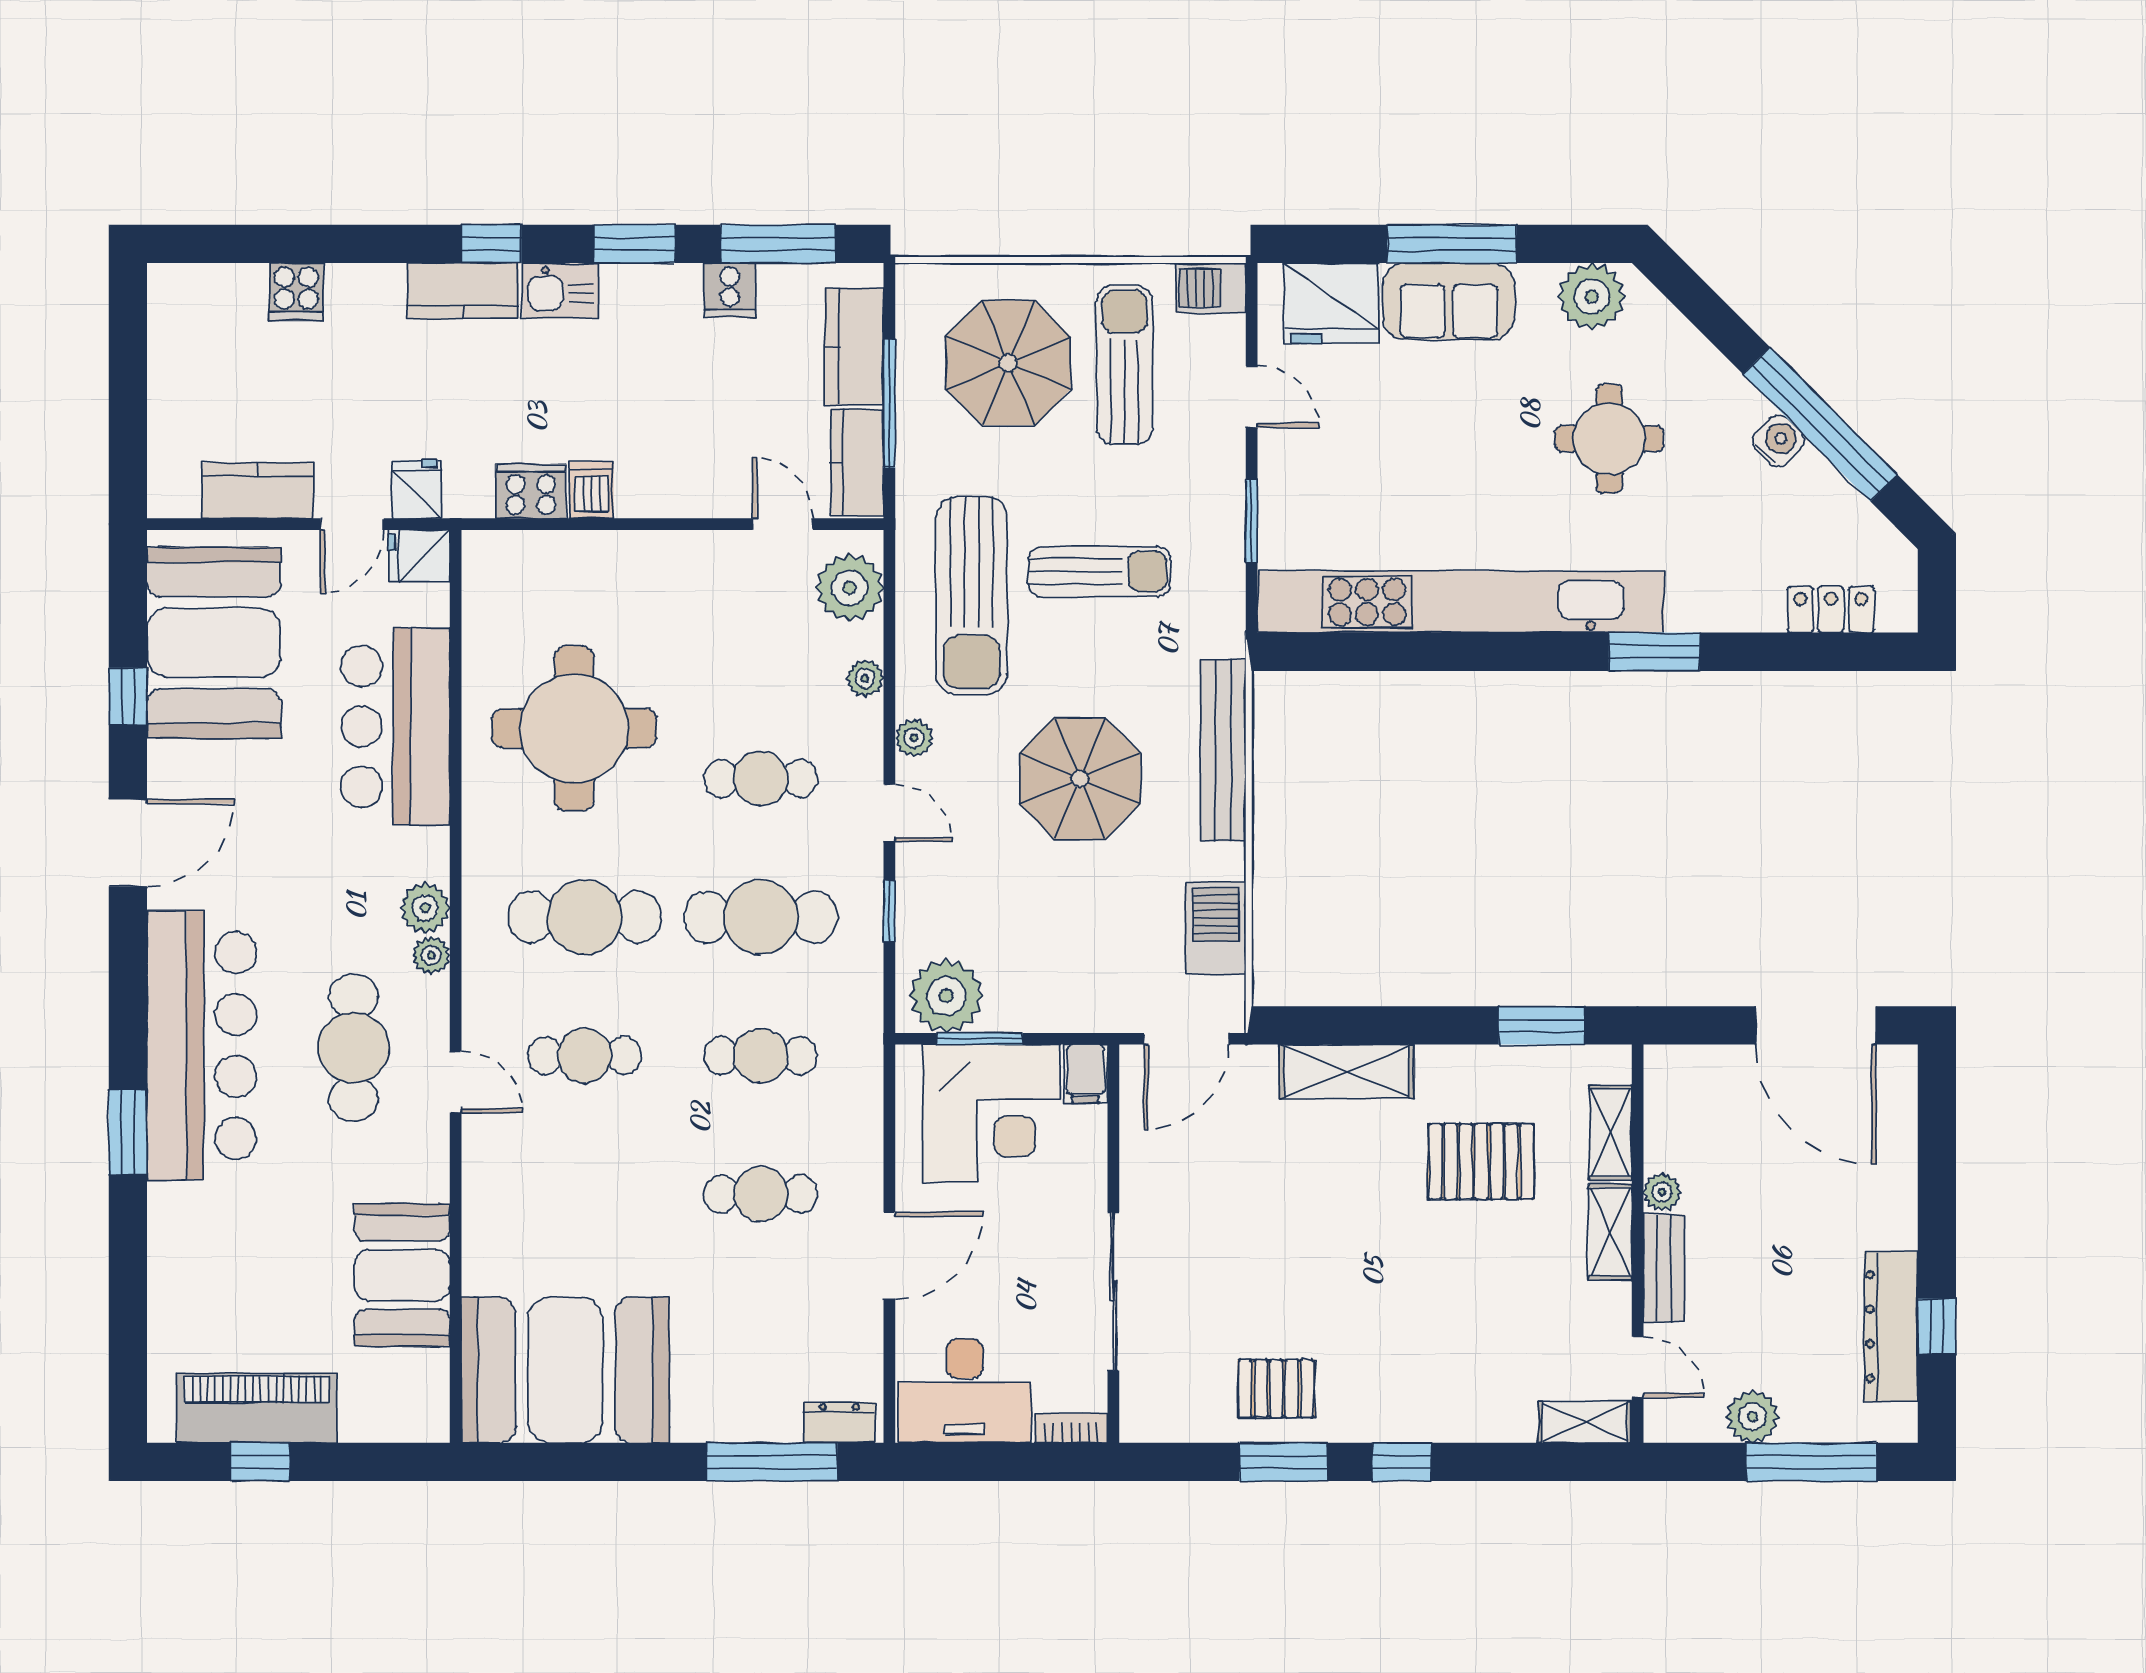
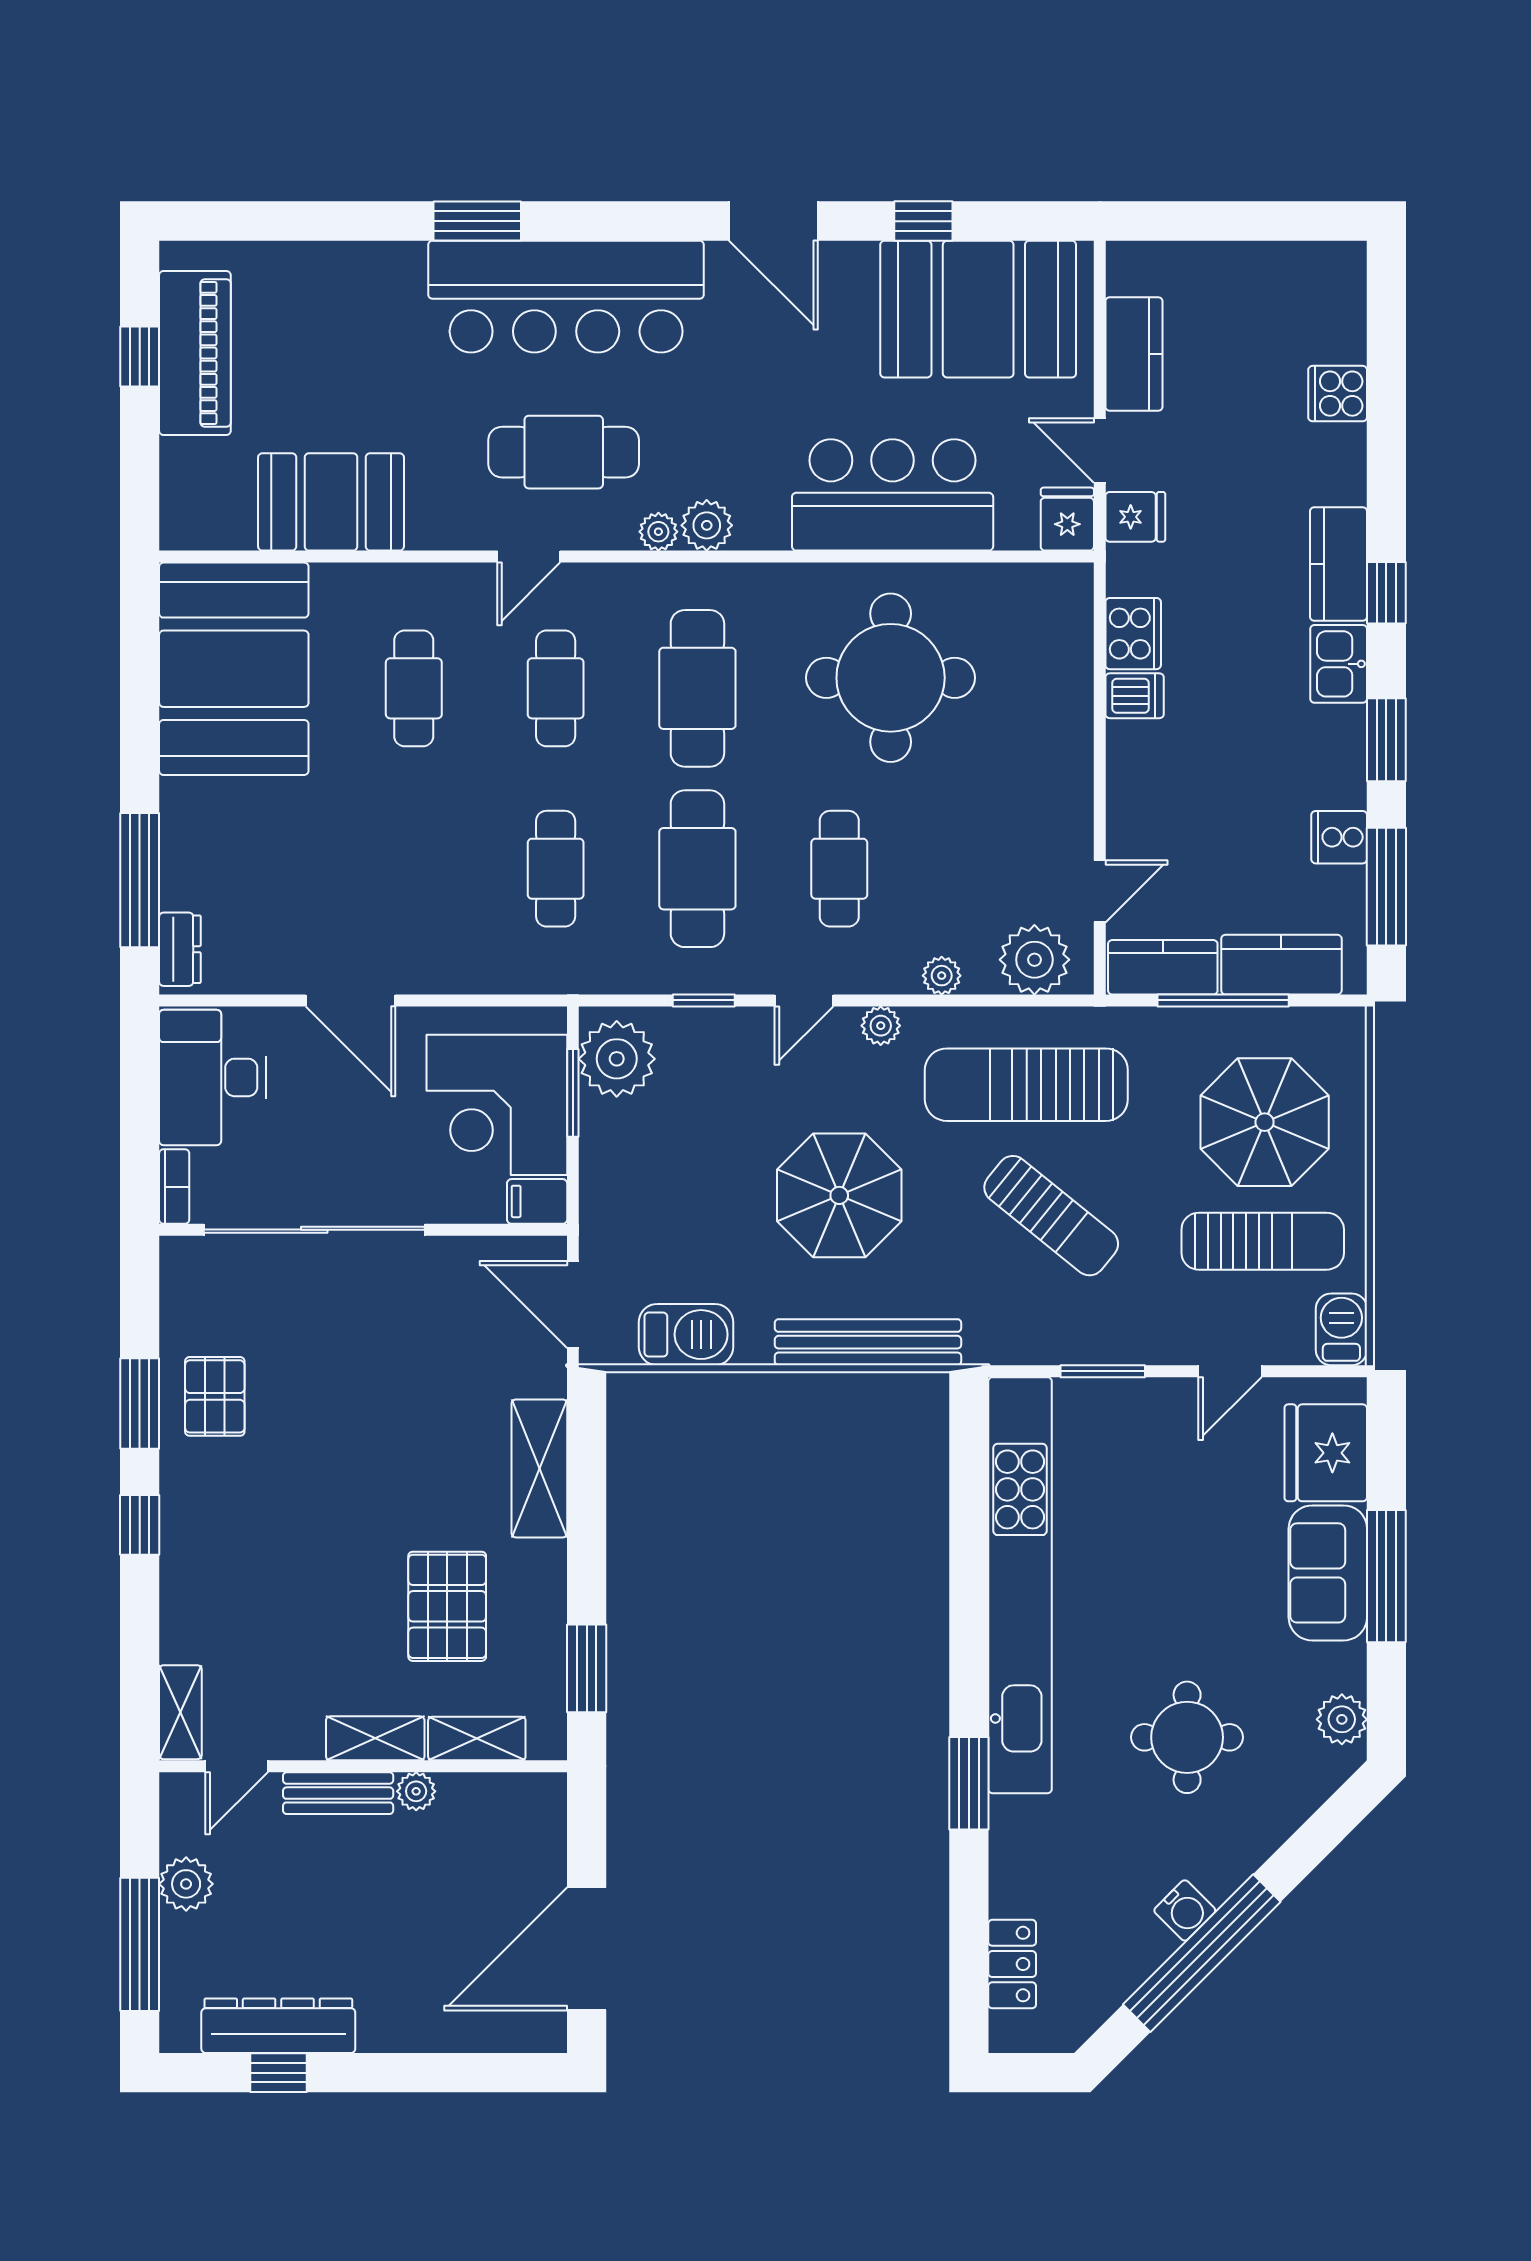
plant: (1592, 296) -> (1342, 1719), width x0.73, depth x0.73
sun lounger: (1100, 571) -> (1051, 1216), turned -51
cafe table: (761, 1194) -> (414, 688), moved
sliding door: (1113, 1291) -> (314, 1230), width x1.36

